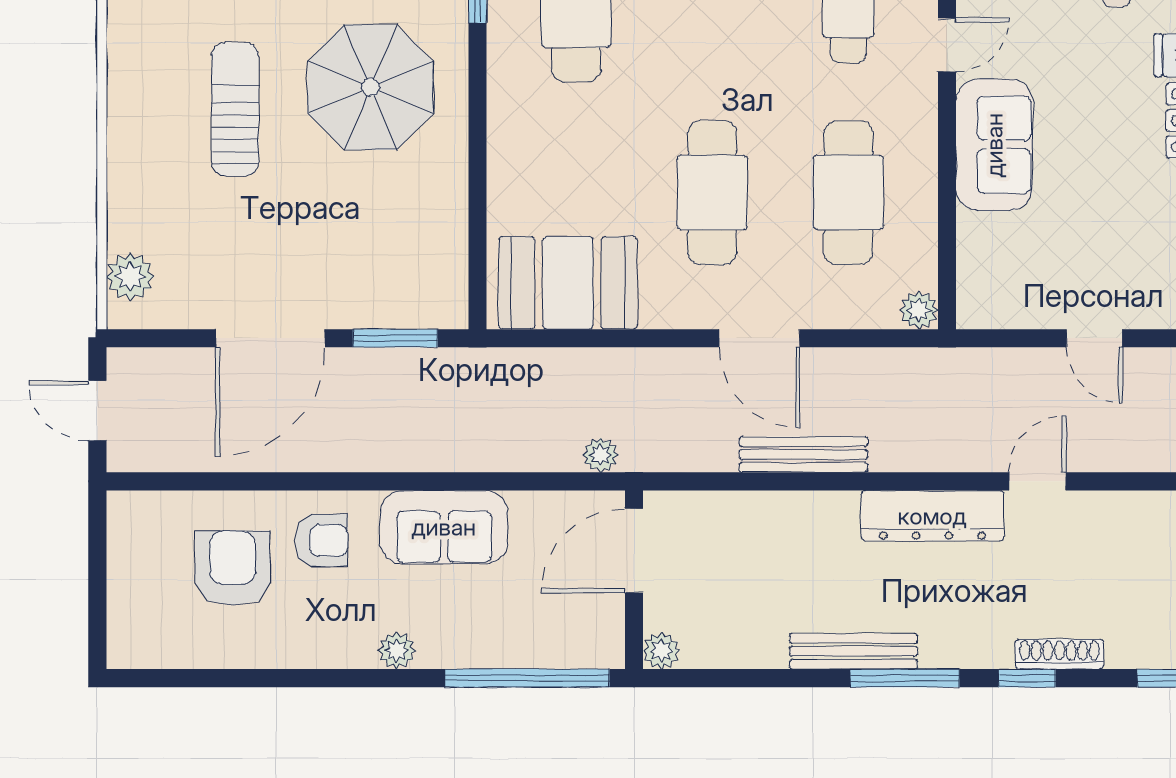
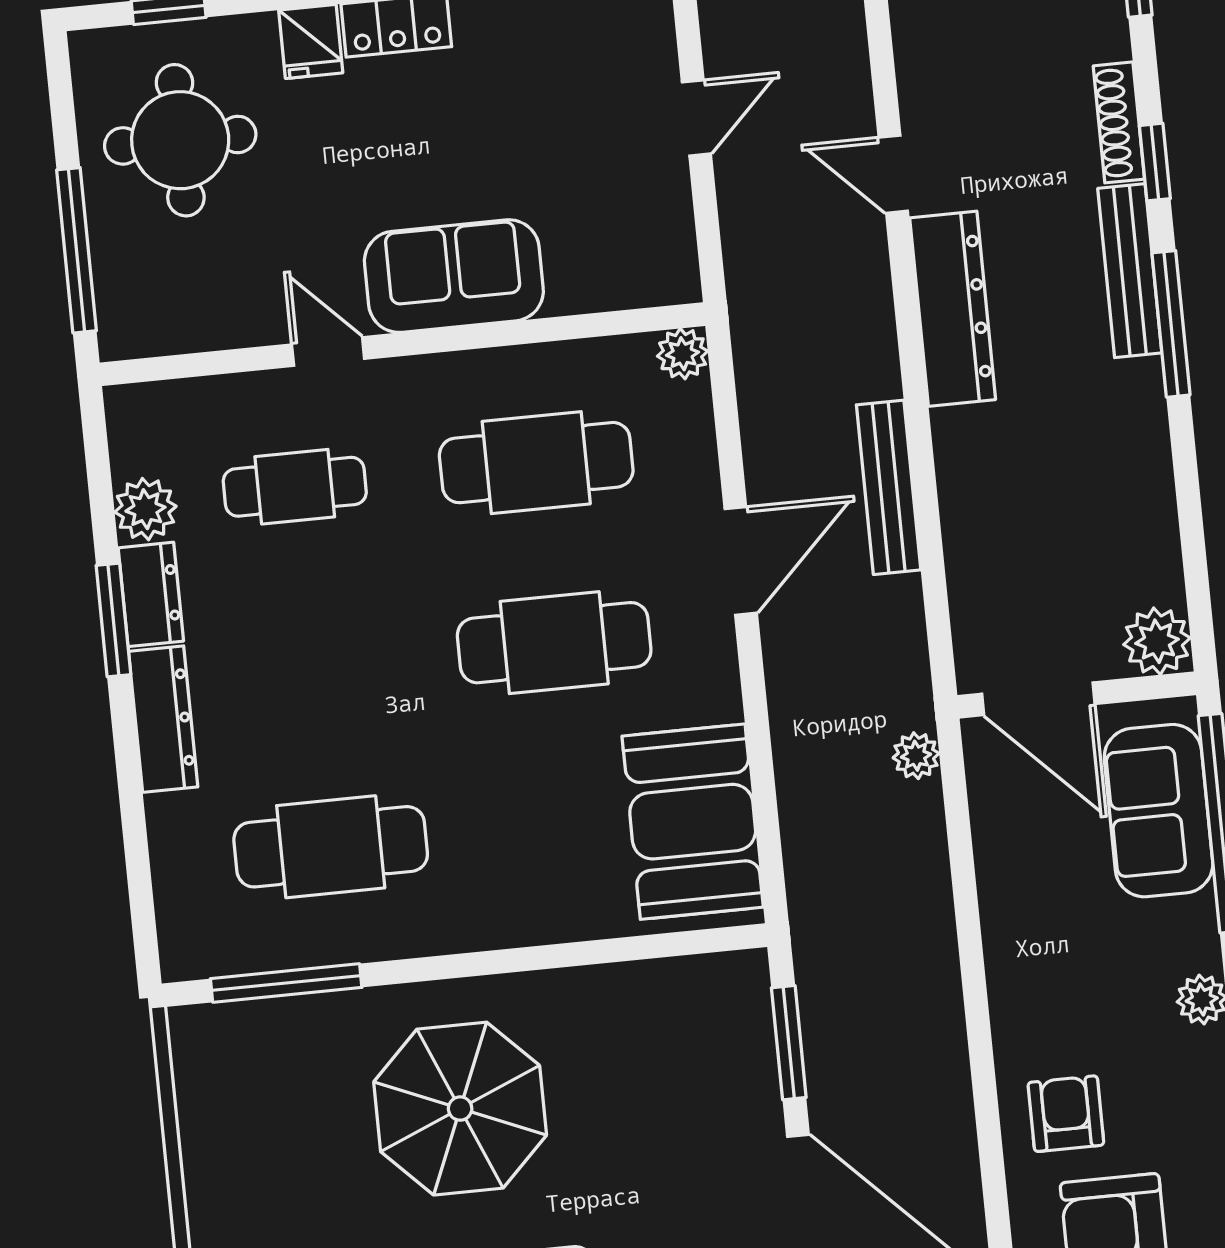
sofa: (444, 527) -> (1159, 811), moved, turned 180
plant: (661, 651) -> (1157, 641), width x1.38, depth x1.38
bench: (854, 651) -> (1130, 271), moved

